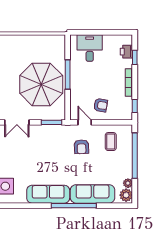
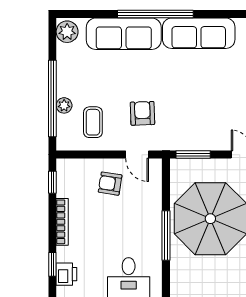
plant: (128, 183) -> (64, 105), moved

